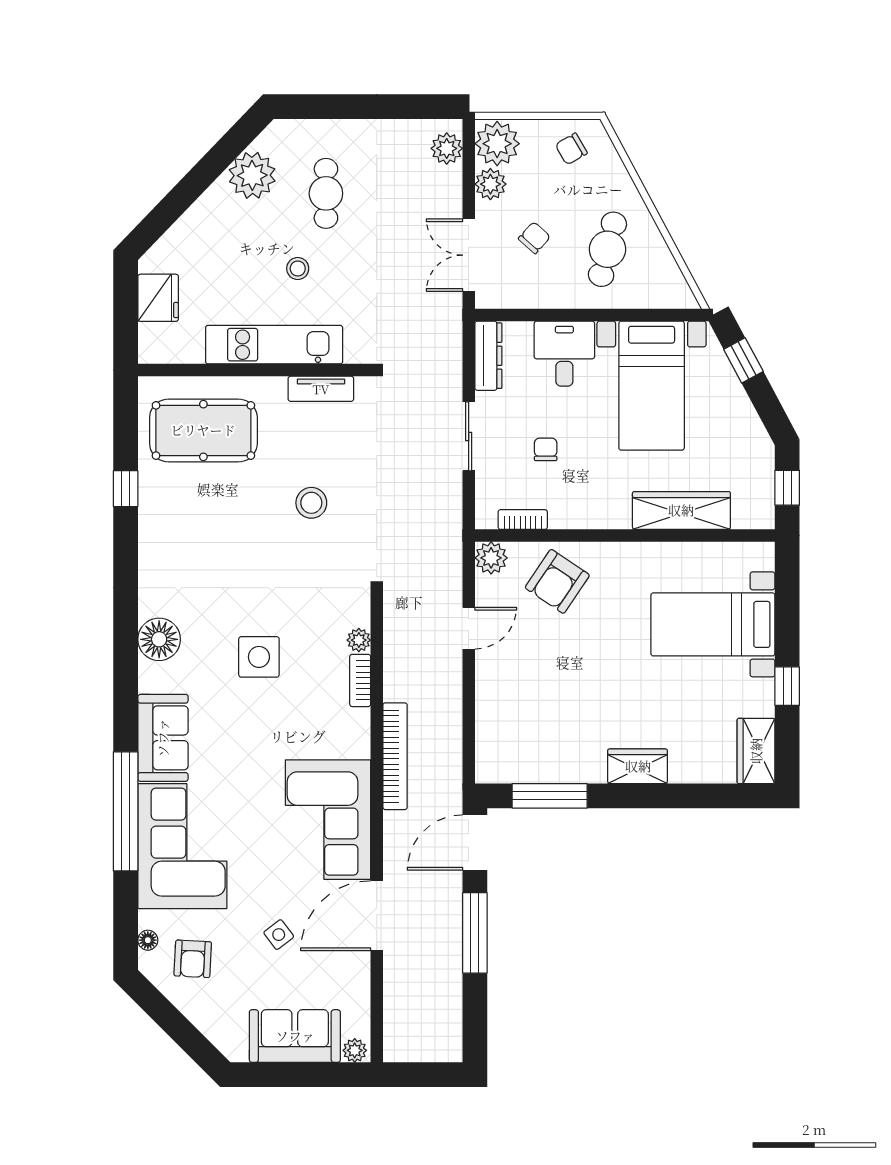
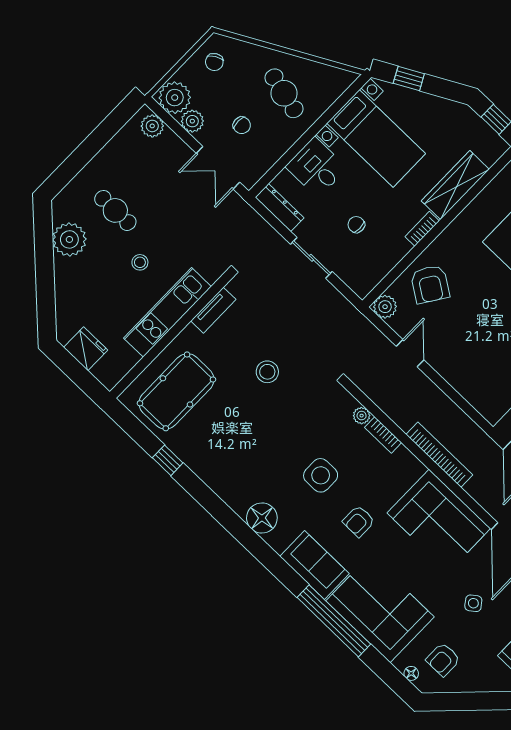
chair: (534, 238) -> (242, 125), turned 138
bookcase: (523, 520) -> (422, 229), moved
armchair: (250, 740) -> (359, 521), added
armchair: (193, 959) -> (443, 660), turned 87

